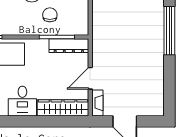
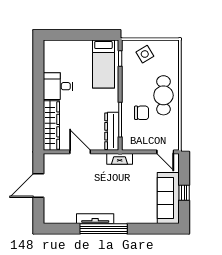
window: (169, 31) -> (104, 229), moved
tv unit: (159, 63) -> (95, 219), added
fireplace: (97, 103) -> (120, 159), moved

